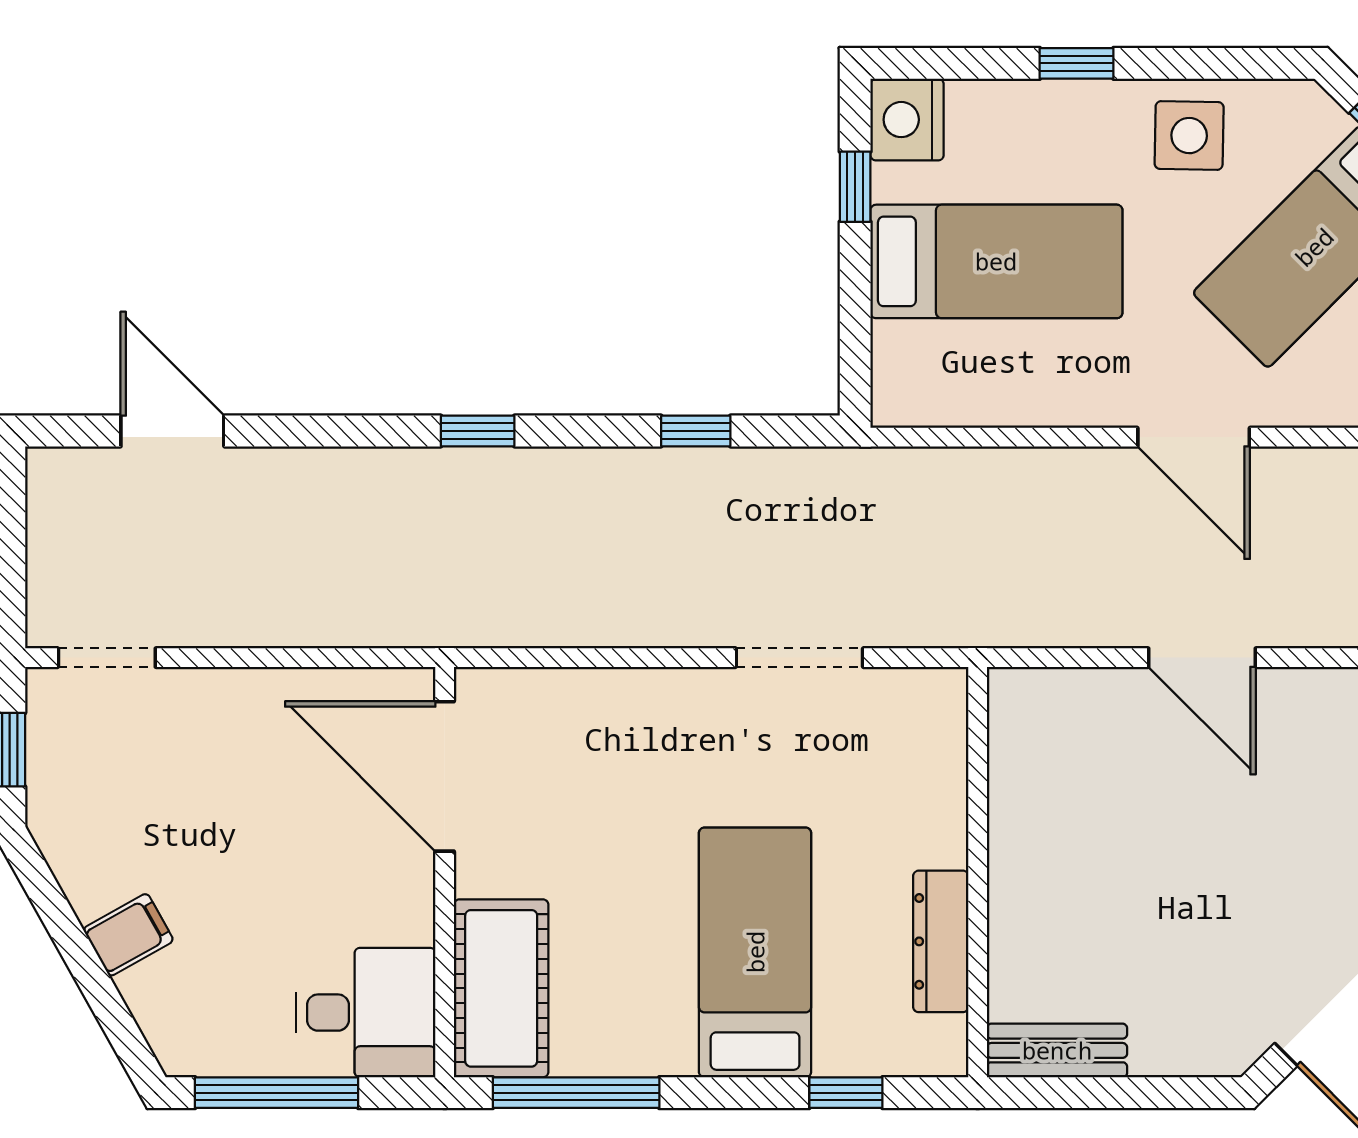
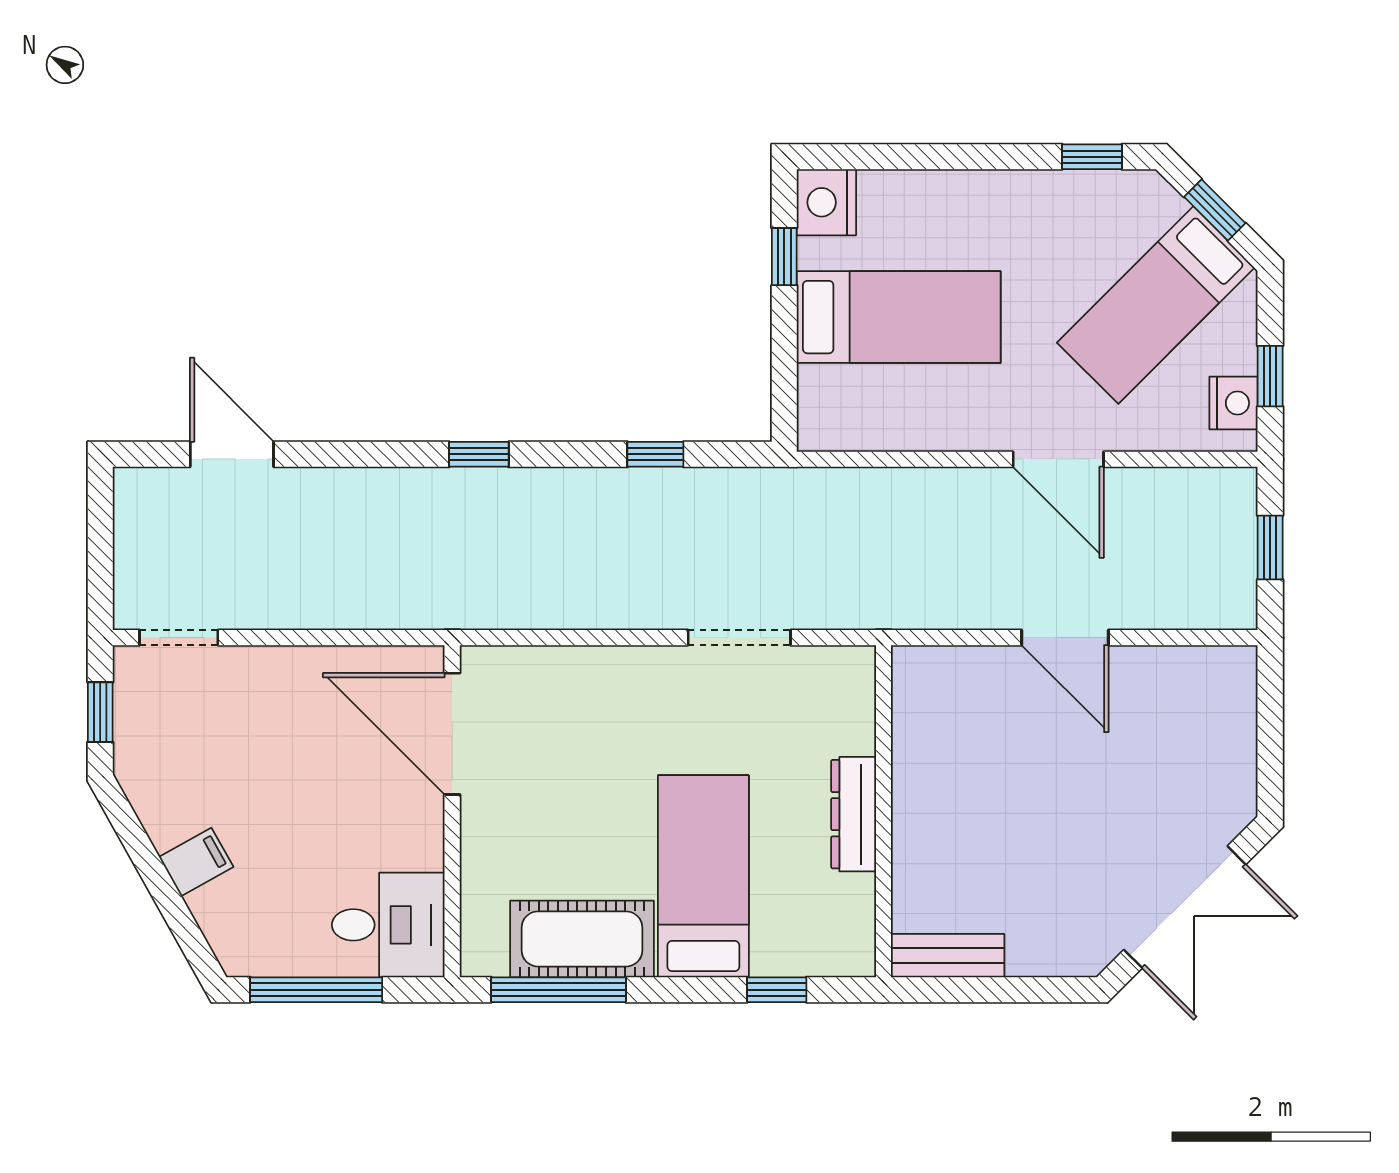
window: (1077, 63) -> (1092, 157), moved
side table: (1189, 136) -> (1055, 215), removed
dresser: (941, 941) -> (854, 814), moved
cot: (501, 988) -> (582, 939), moved, turned 90

